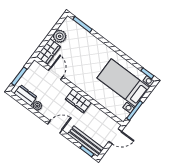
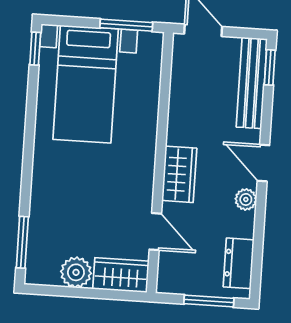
door: (56, 73) -> (155, 232), swing flipped
wardrobe: (78, 101) -> (179, 174), moved
plant: (37, 106) -> (246, 199), moved

